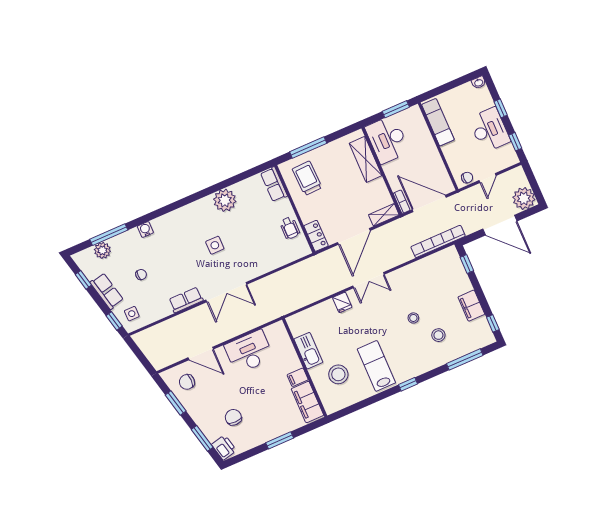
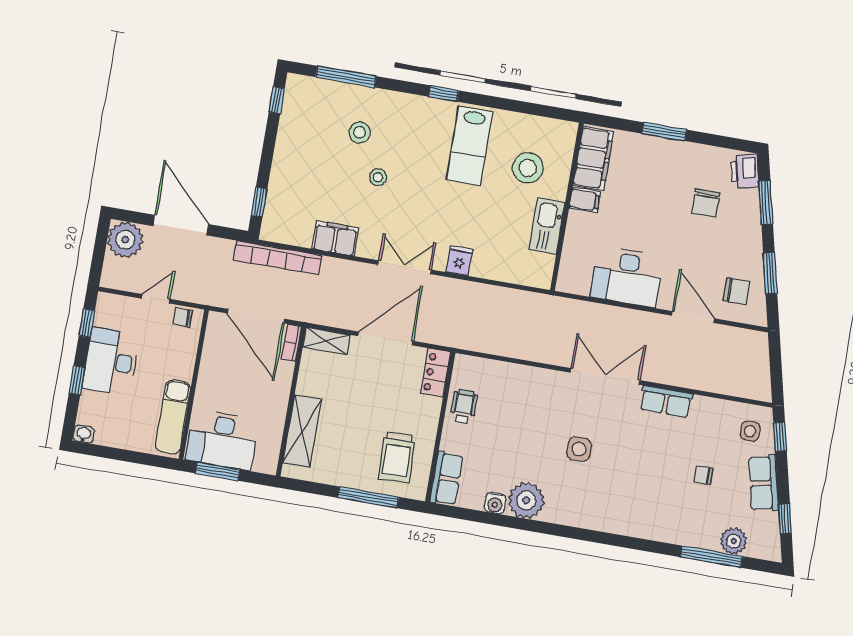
desk: (387, 140) -> (222, 440), moved, turned 90
water cooler: (145, 230) -> (495, 503), moved
filing cabinet: (471, 306) -> (335, 238), moved, turned -90

